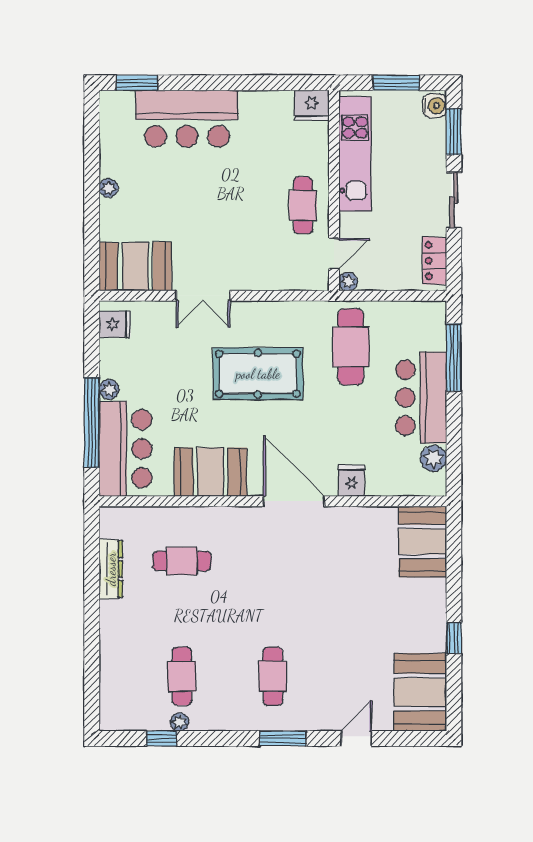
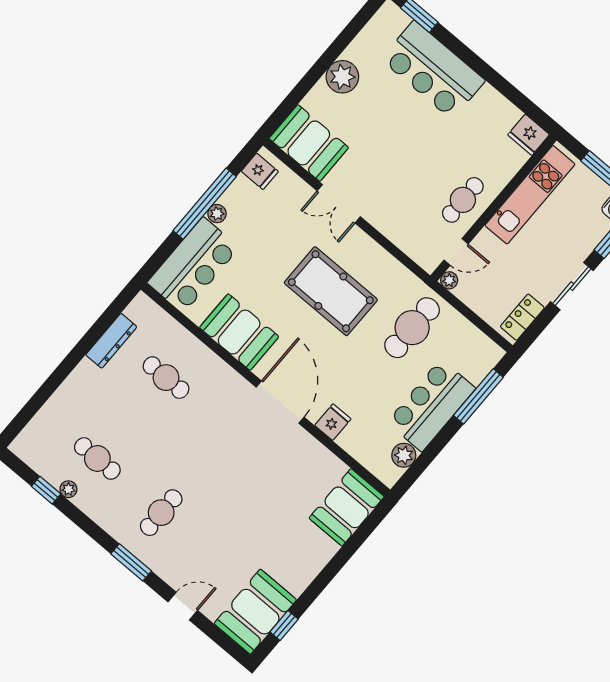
plant: (108, 188) -> (342, 77), width x1.88, depth x1.88
window: (92, 423) -> (205, 204), moved
window: (454, 638) -> (284, 625), moved
cafe table: (182, 676) -> (97, 458), turned 90

